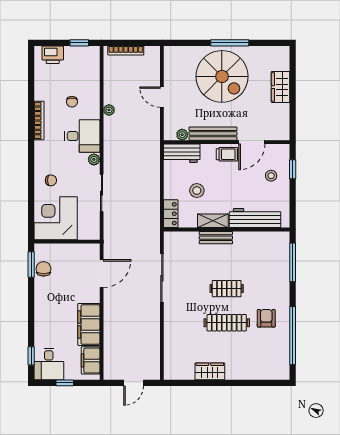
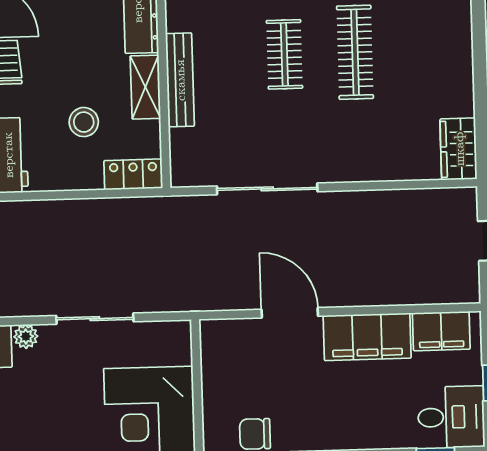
chair: (51, 180) -> (72, 424), removed
bench: (216, 238) -> (180, 80), width x1.36
door: (102, 274) -> (290, 313), moved
wardrobe: (210, 371) -> (459, 149), moved

